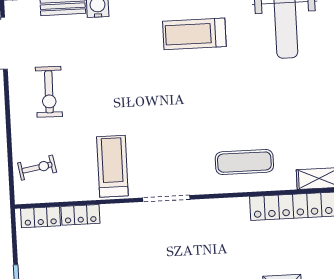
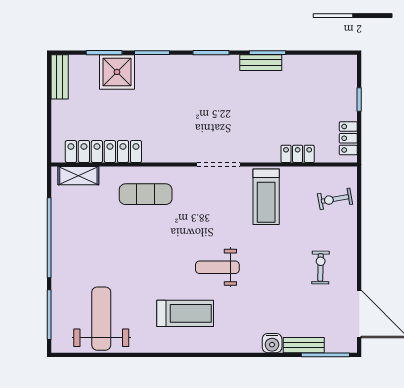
weight bench: (162, 86) -> (217, 267), added
exercise bike: (49, 92) -> (321, 268), width x0.73, depth x0.72
locker: (40, 217) -> (348, 138), moved, turned -90

